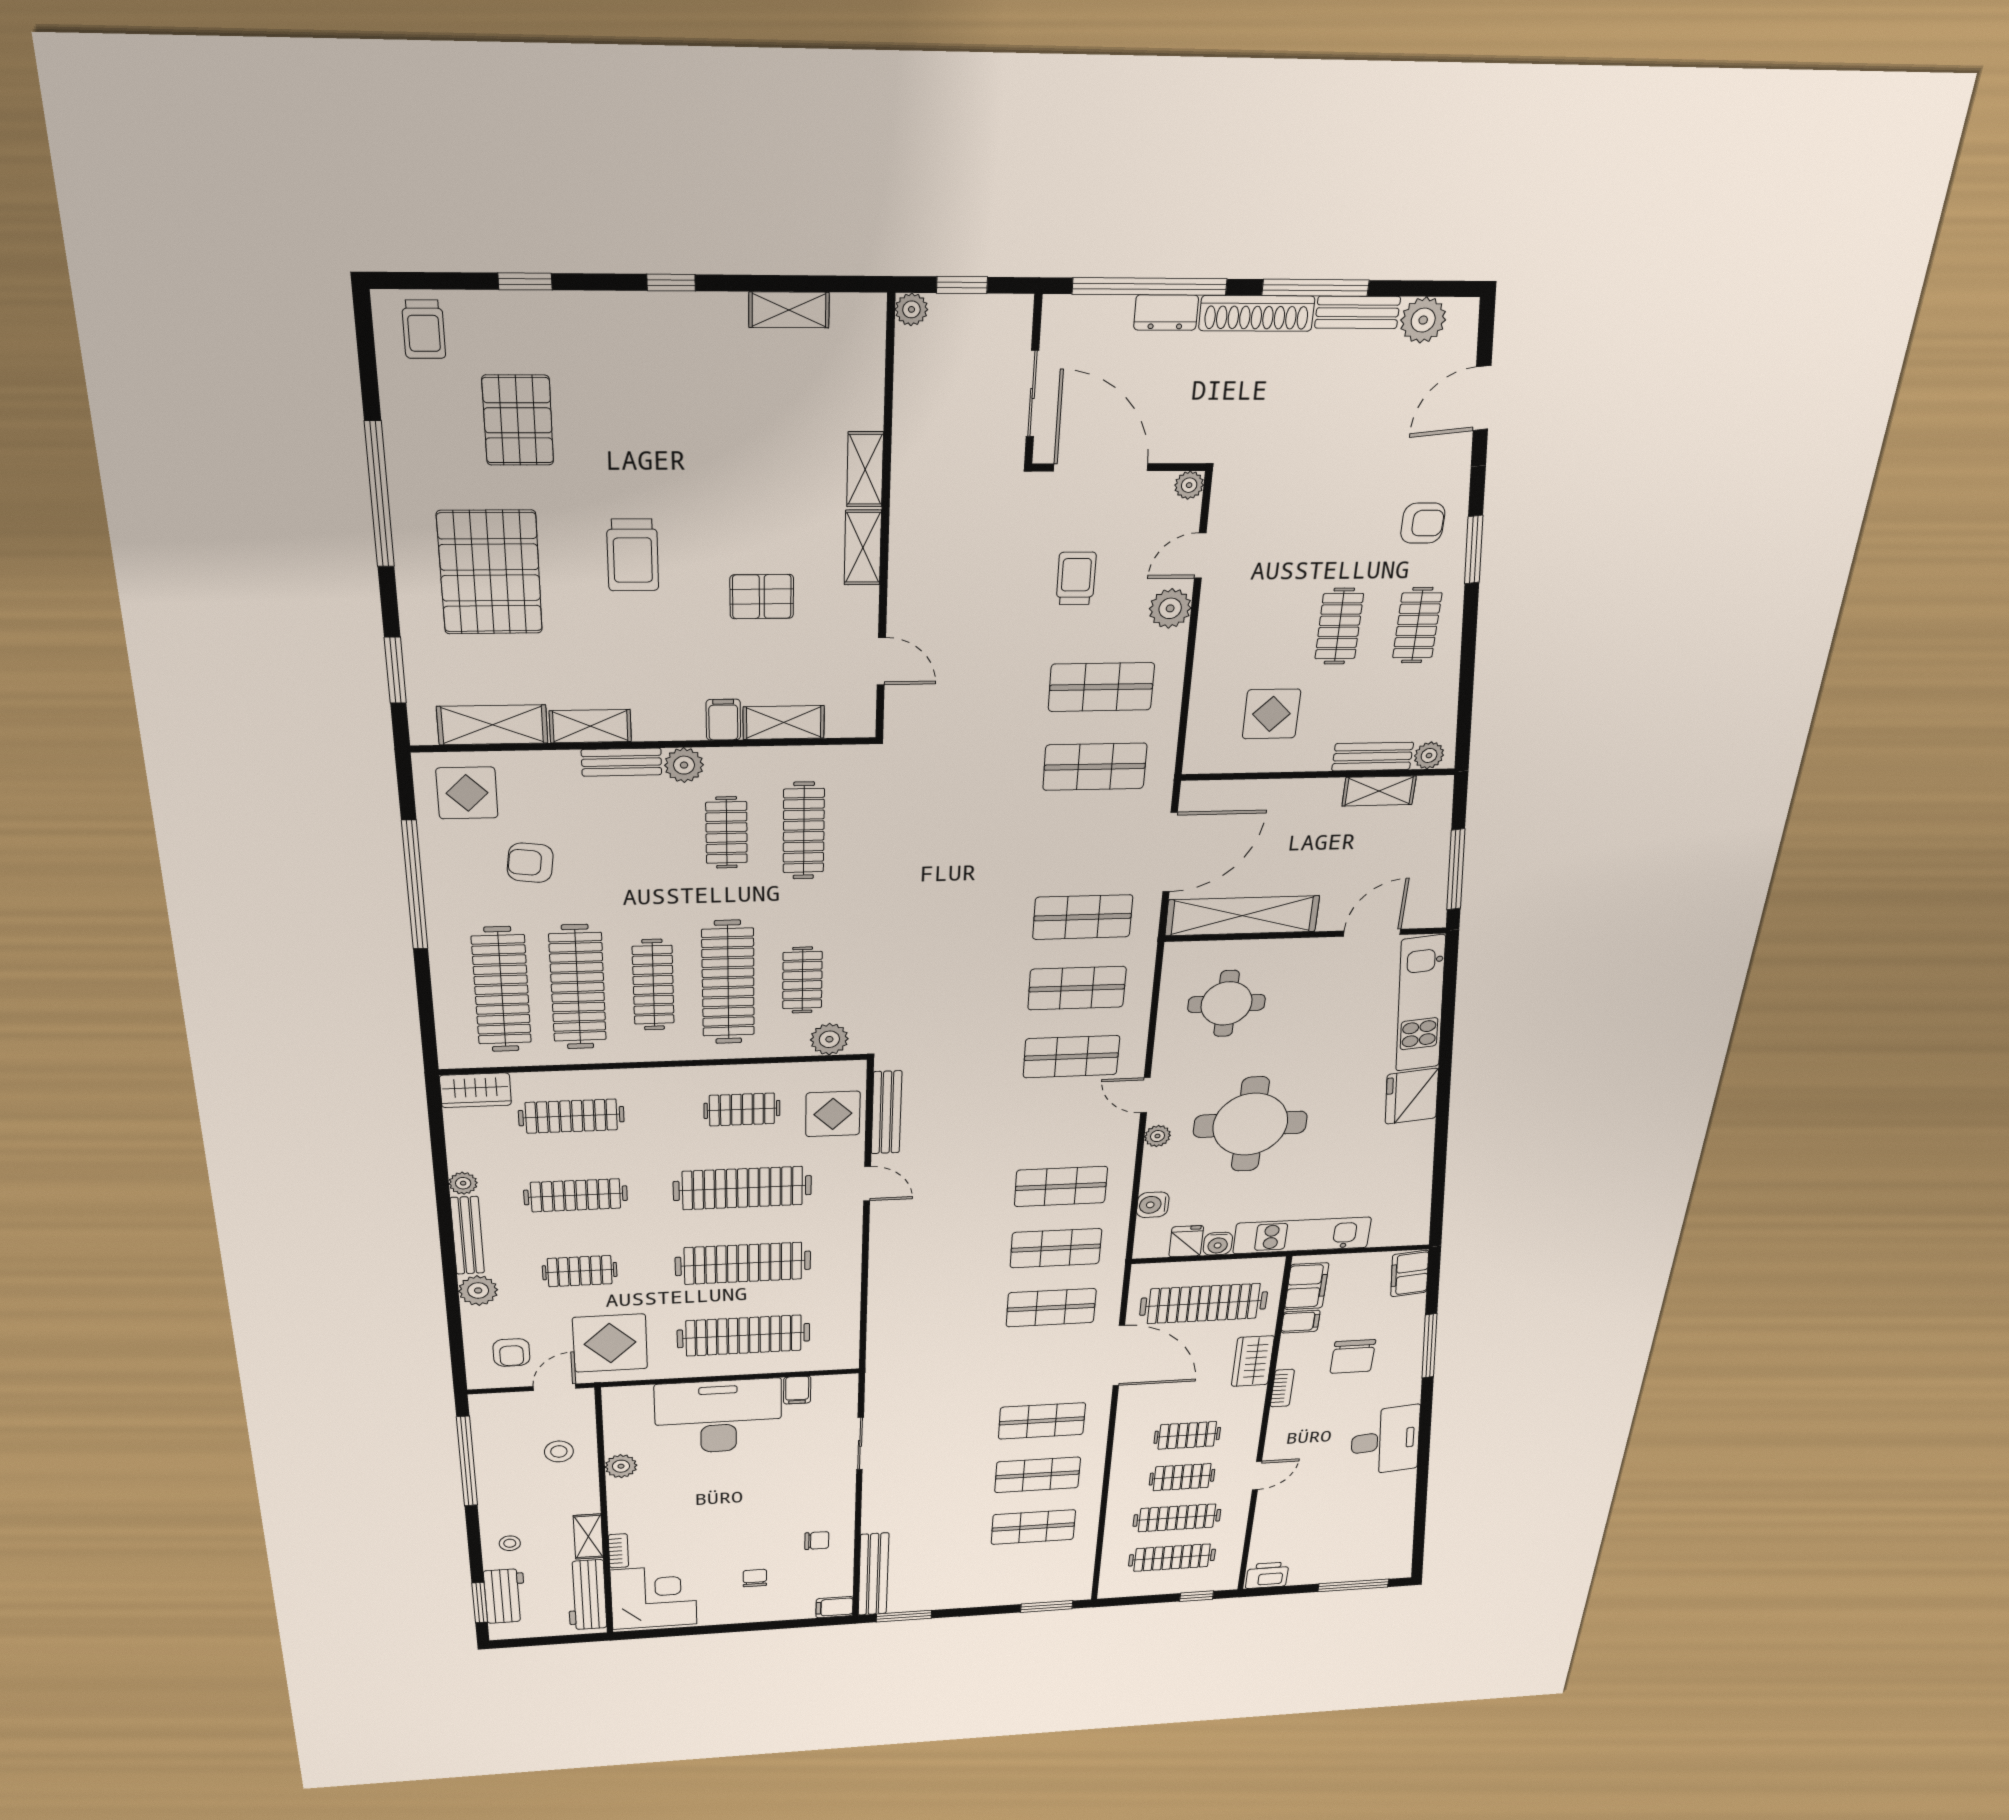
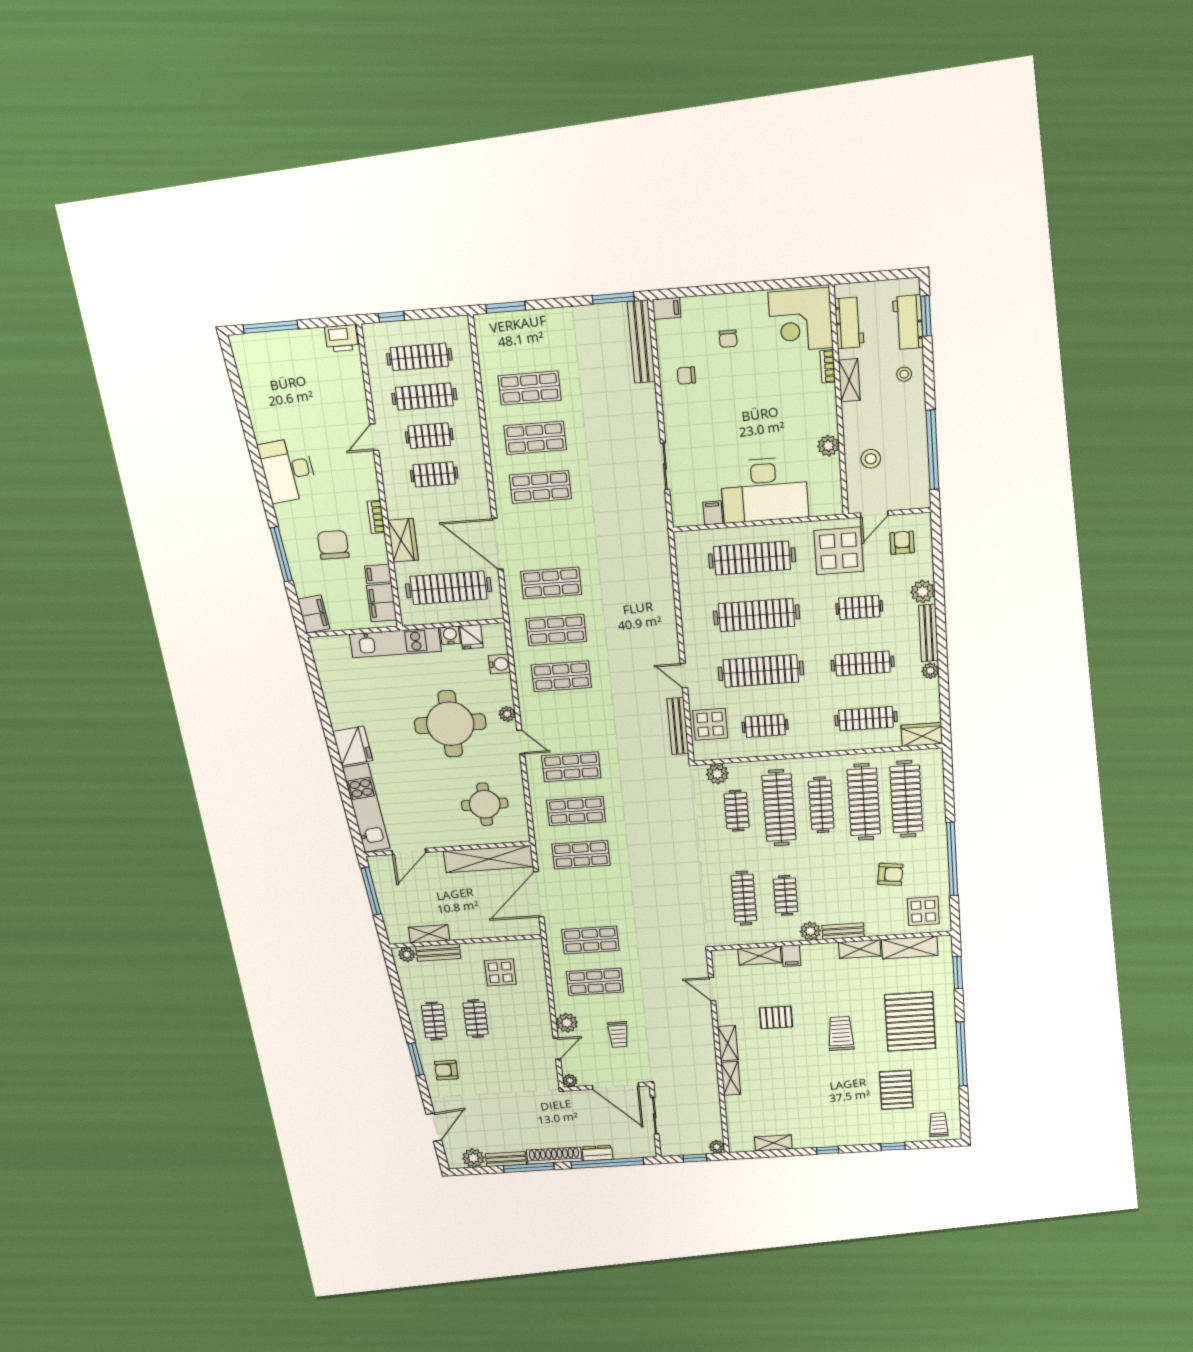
workbench: (587, 1595) -> (849, 323), width x0.73

